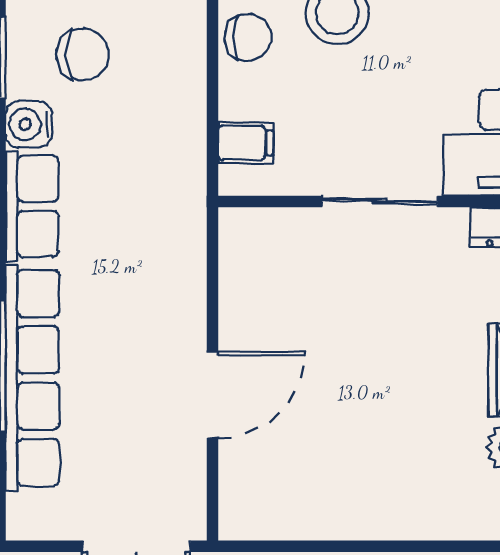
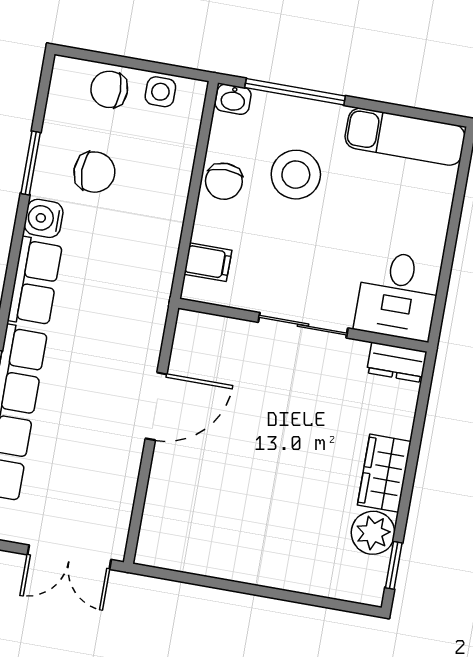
chair: (248, 37) -> (224, 181), turned 90
door: (212, 395) -> (156, 406), moved

